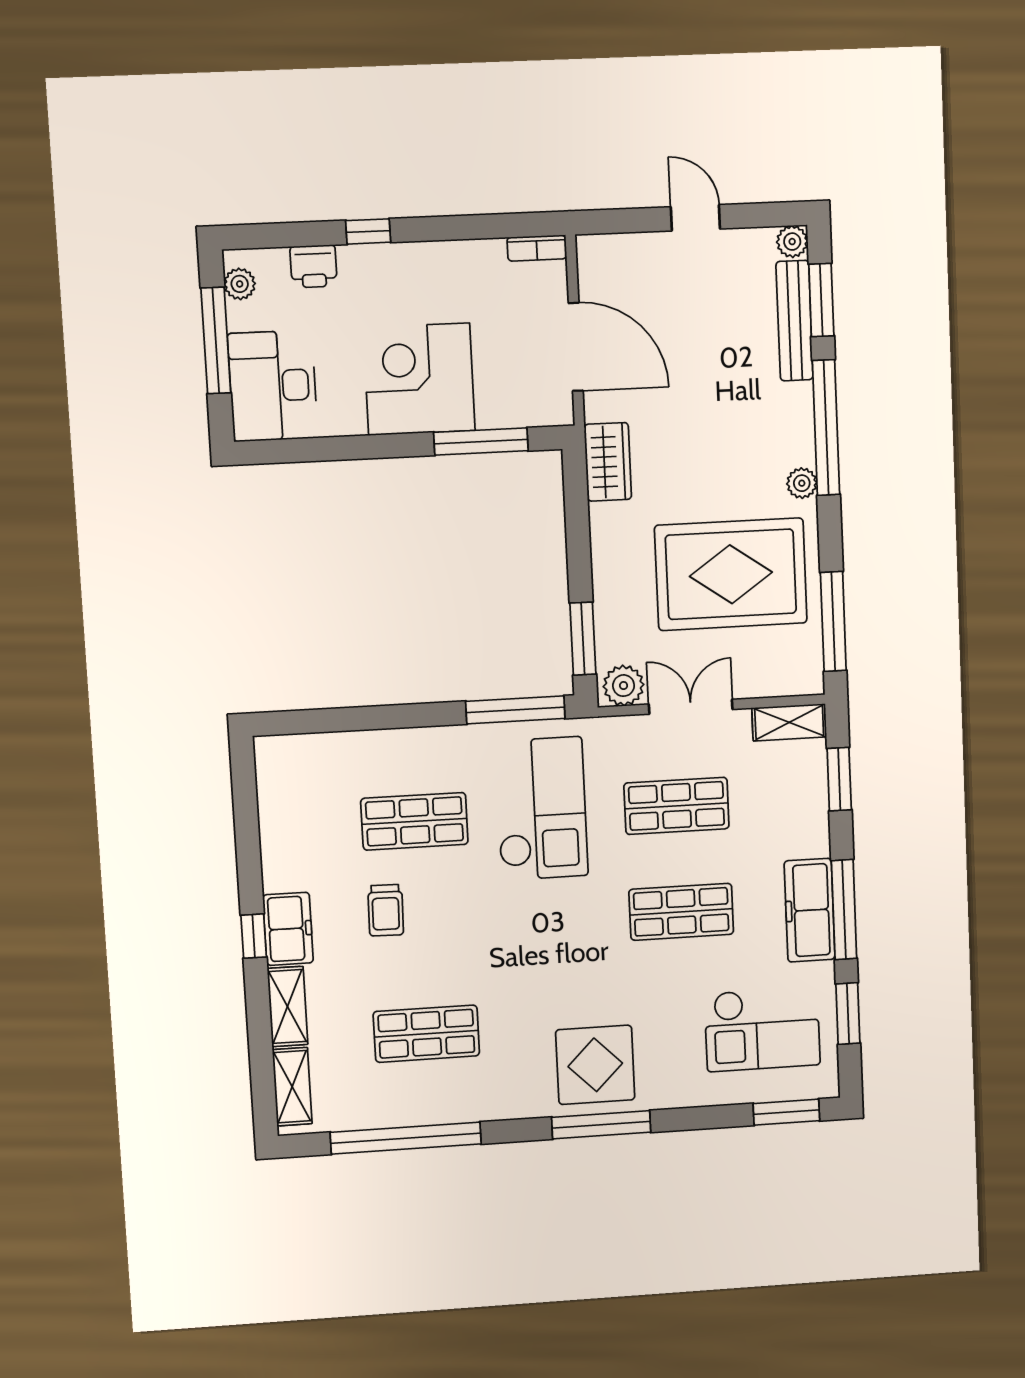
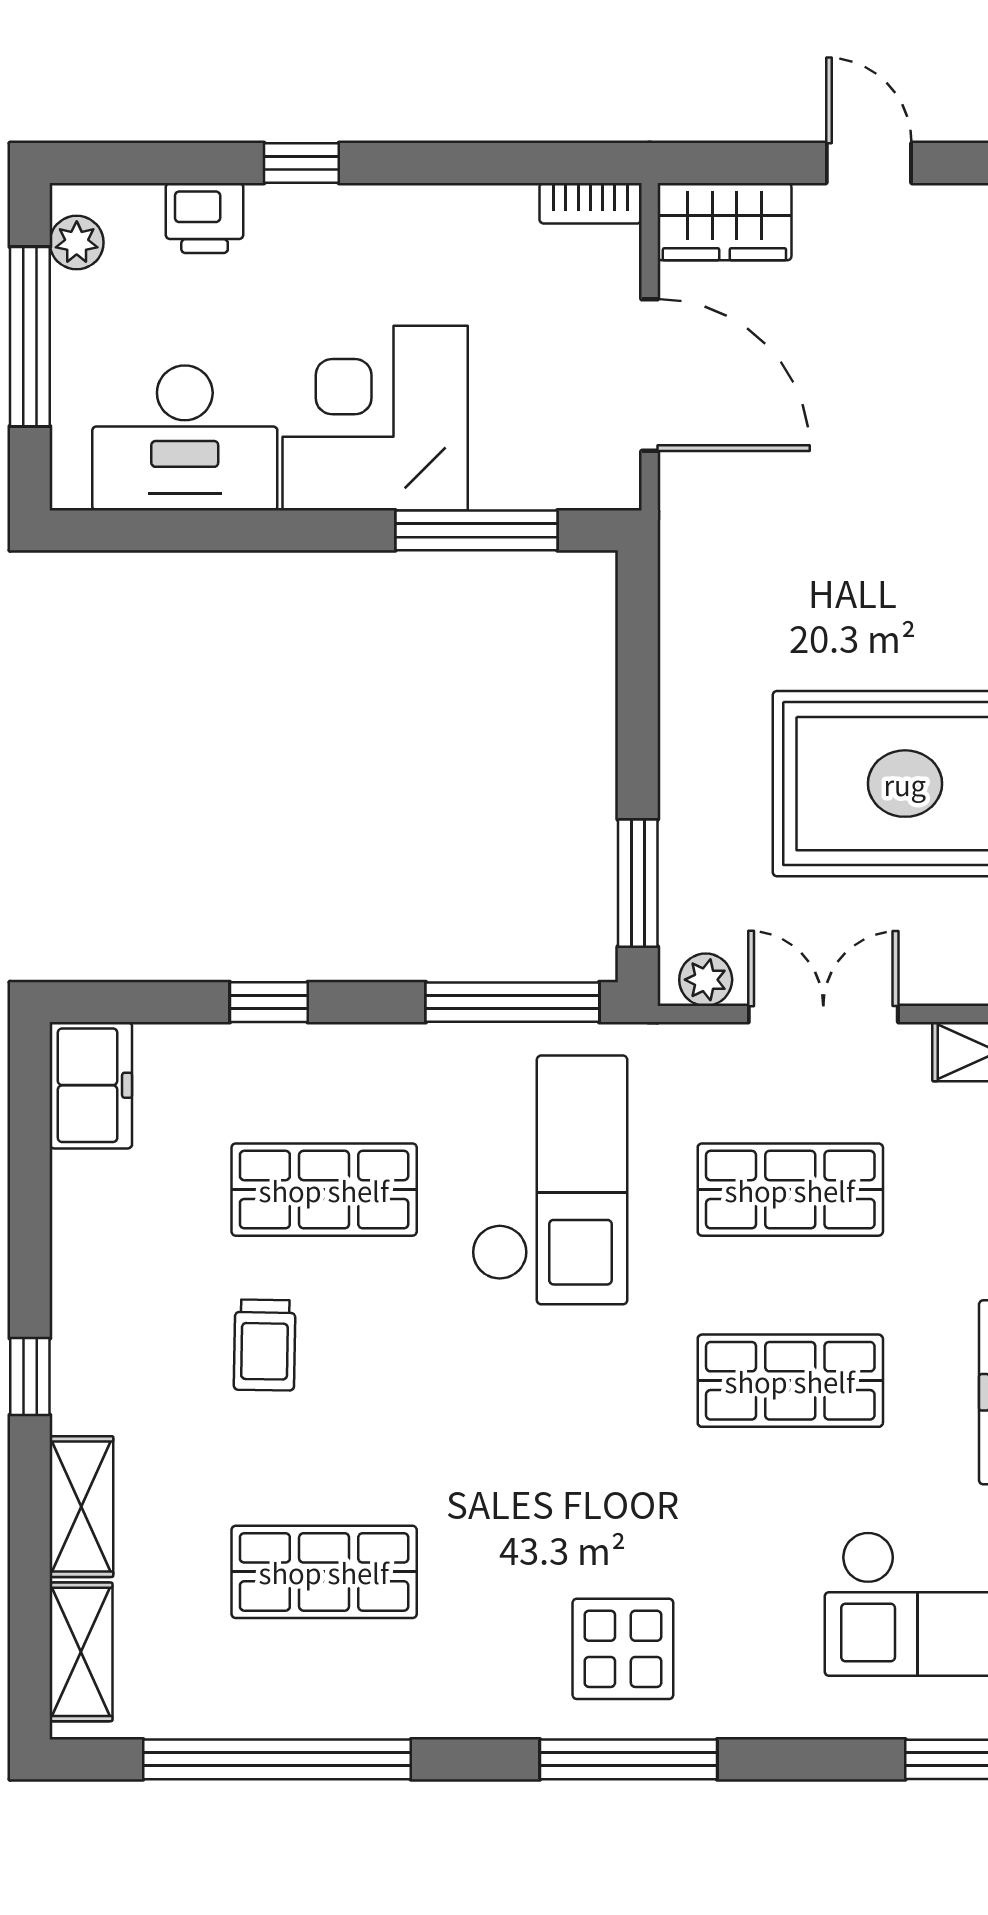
desk: (273, 386) -> (185, 438), moved, turned -90
wardrobe: (608, 462) -> (724, 222), moved, turned 90
plant: (624, 686) -> (706, 980), width x0.73, depth x0.73
window: (377, 718) -> (269, 1002), added
freezer: (288, 929) -> (91, 1085), moved
display table: (595, 1065) -> (623, 1649), width x0.73, depth x0.73

